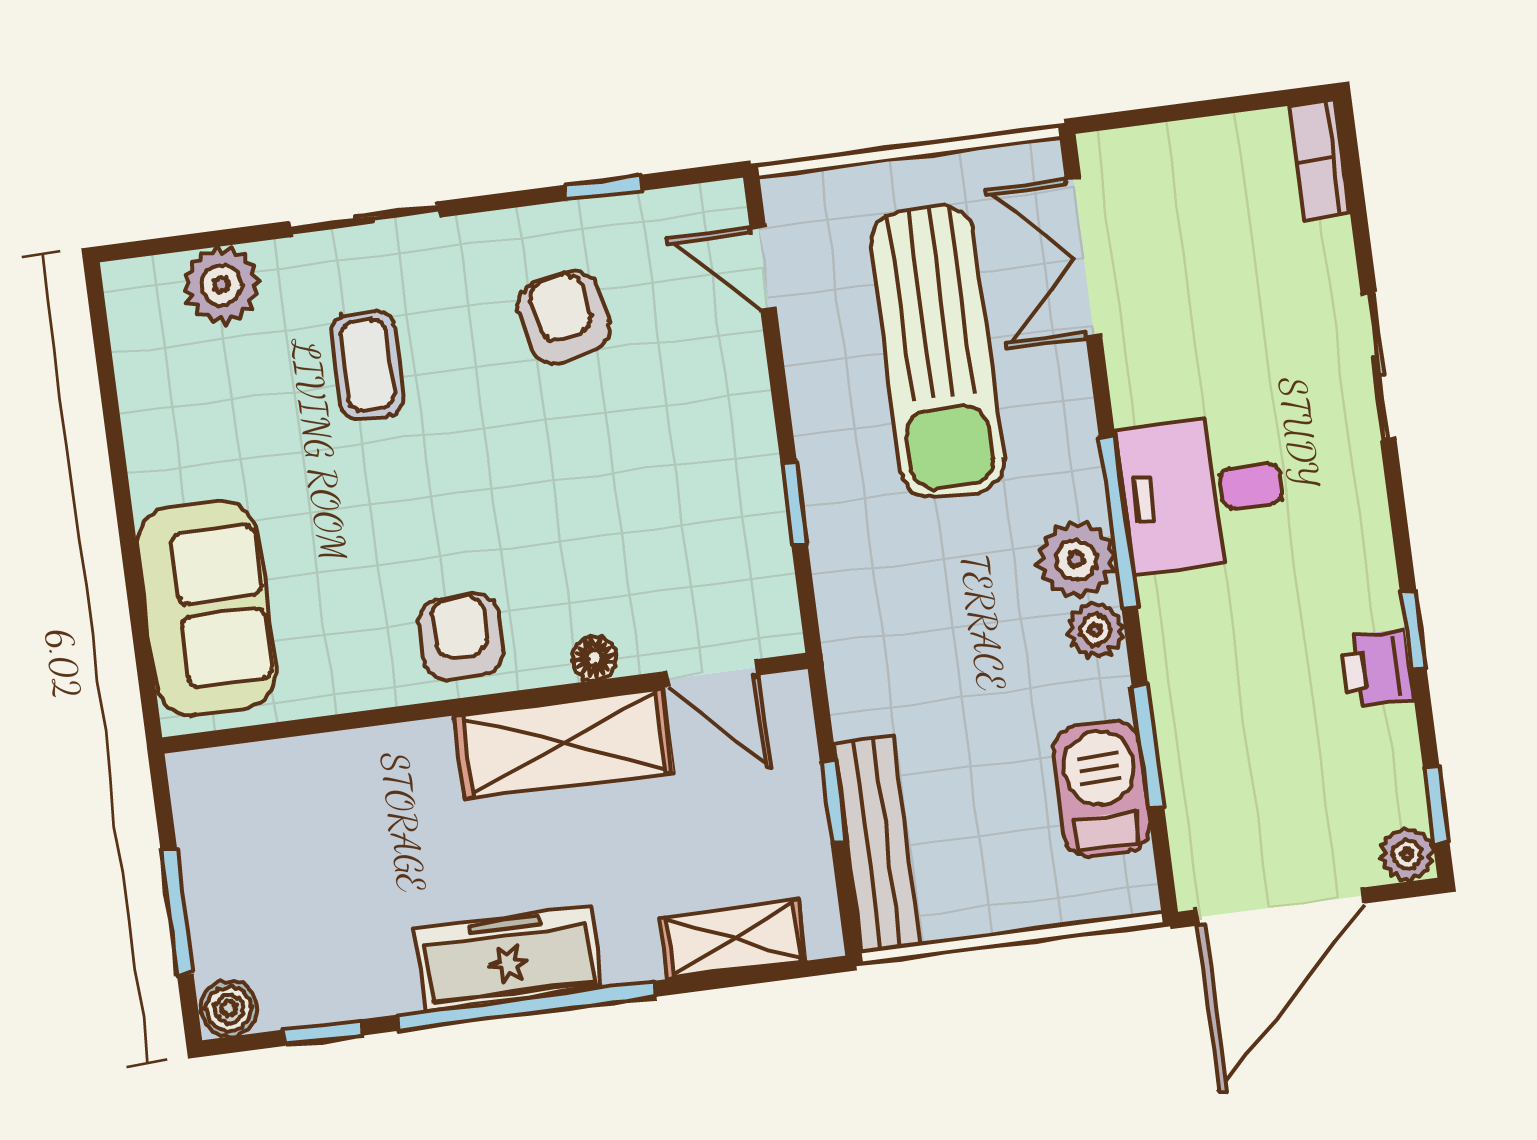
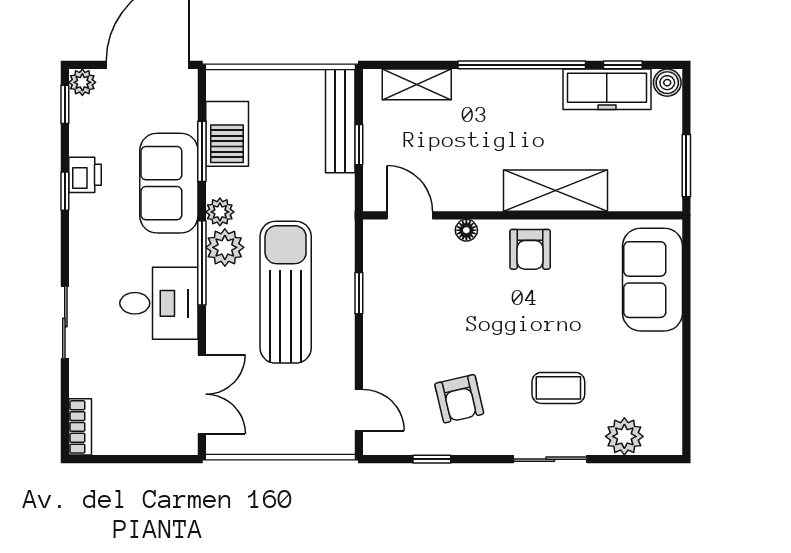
sun lounger: (937, 352) -> (286, 292), moved
coffee table: (367, 365) -> (558, 388), turned 90
desk: (1202, 493) -> (159, 303), moved
sofa: (1206, 674) -> (169, 183), added
shelving: (564, 743) -> (555, 191), moved
window: (177, 912) -> (686, 166), moved
freezer: (508, 958) -> (607, 89), moved

